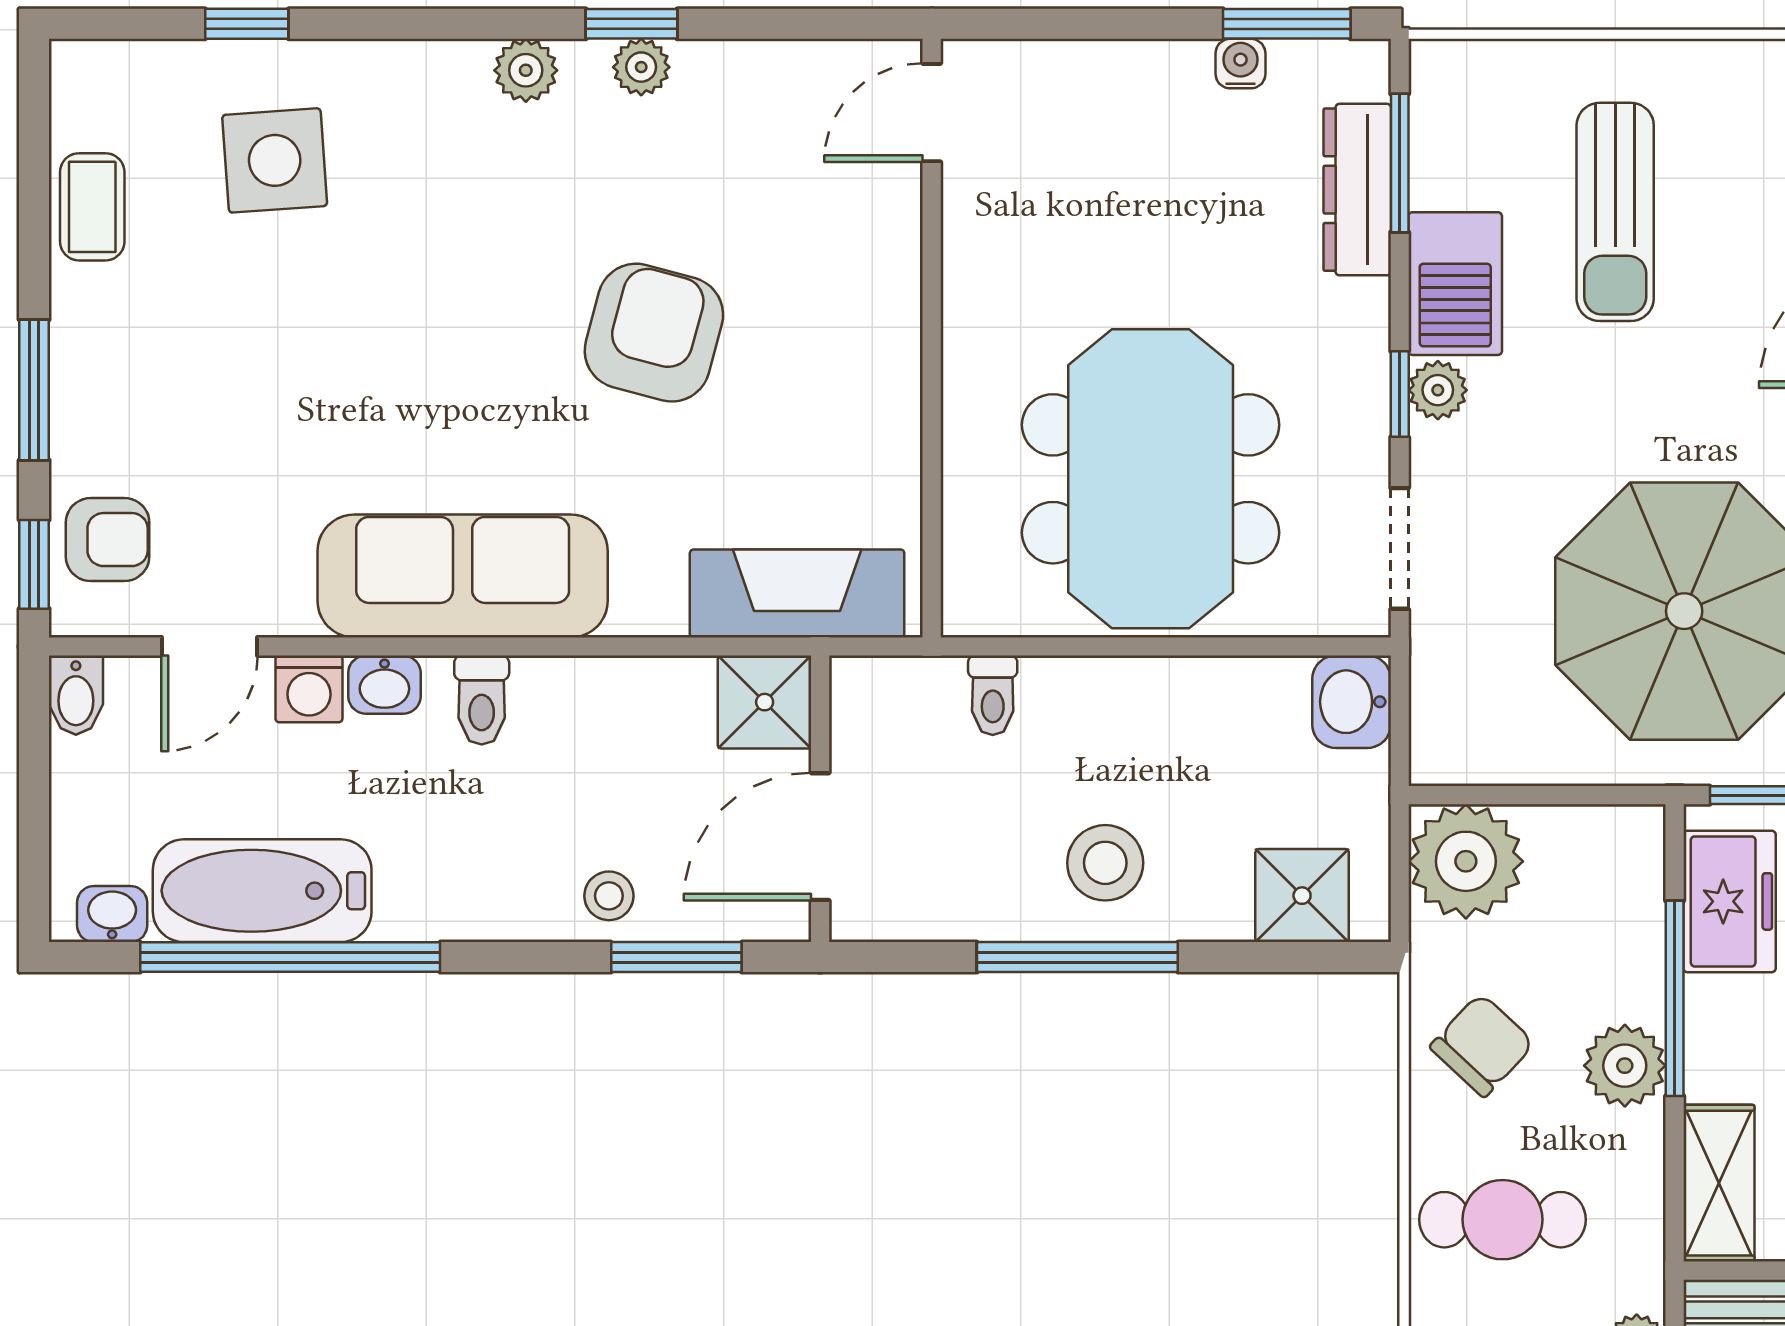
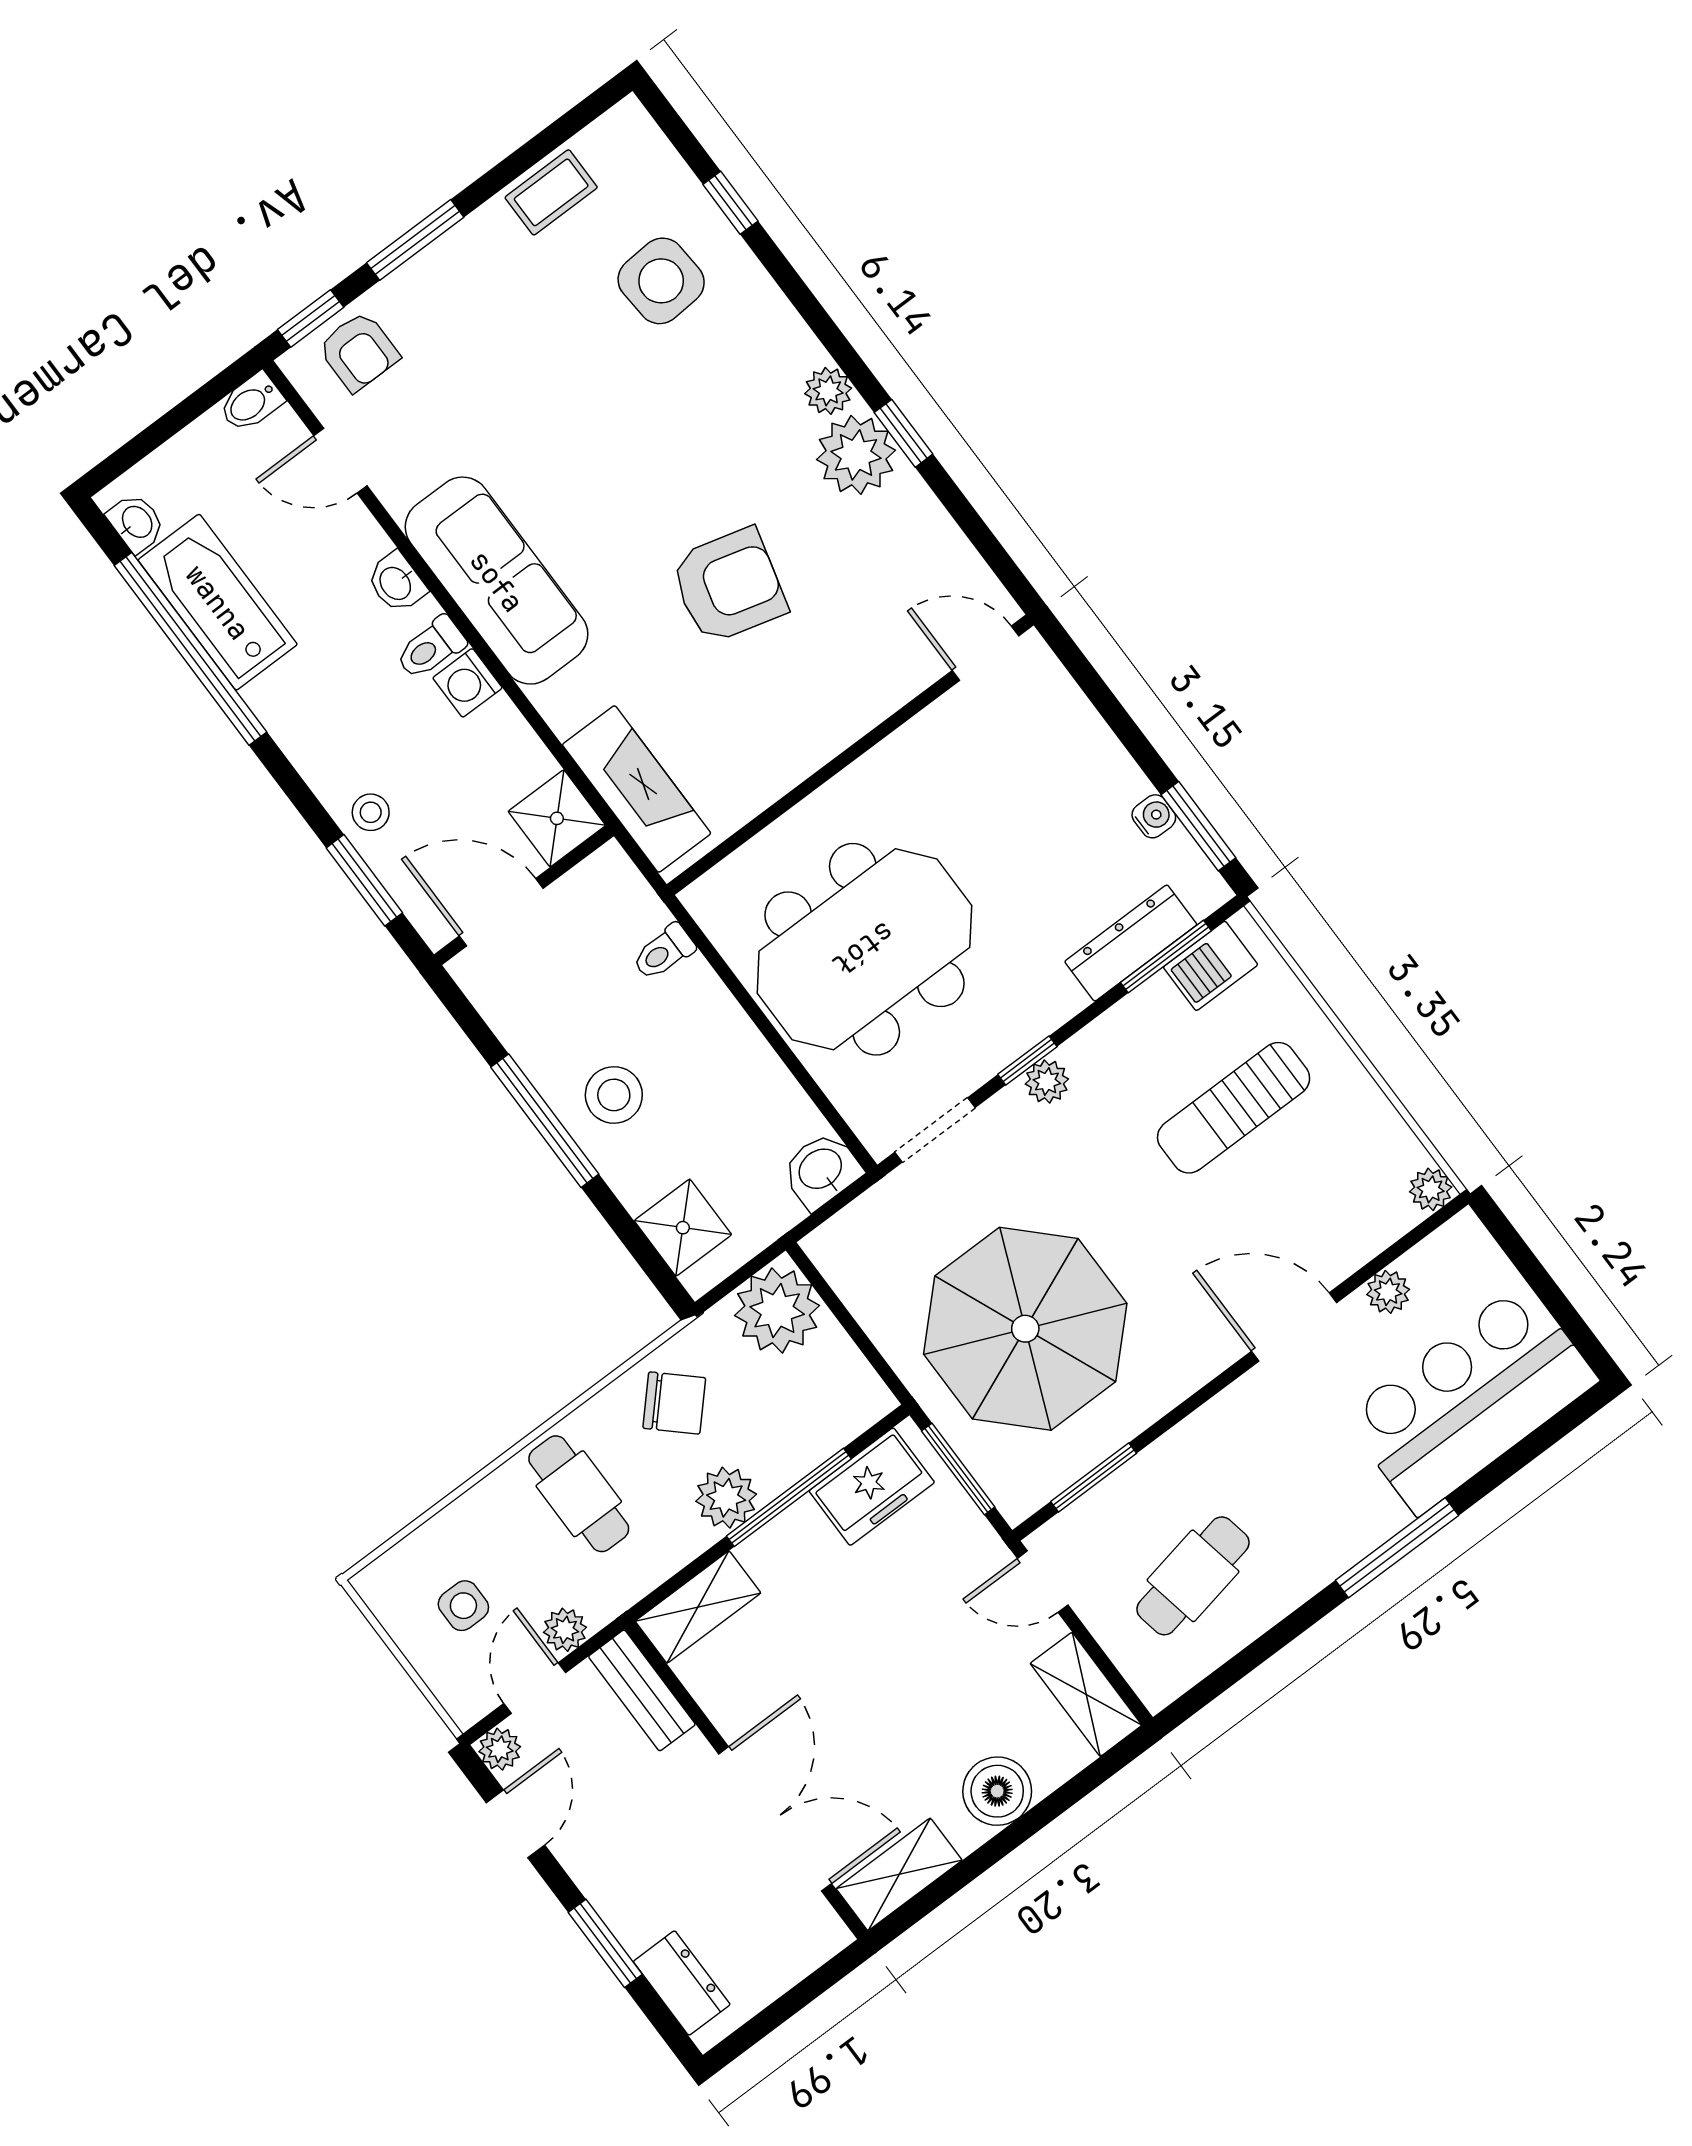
plant: (641, 67) -> (856, 455), width x1.88, depth x1.88
barbecue: (1455, 284) -> (1211, 966), moved, width x0.73, depth x0.79
washing machine: (309, 689) -> (467, 683), moved

